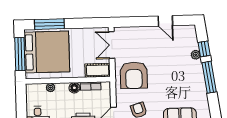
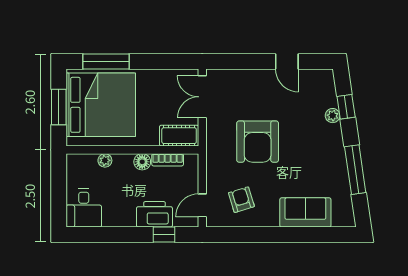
window: (20, 54) -> (59, 107), width x0.69
armchair: (134, 75) -> (258, 142), moved
window: (209, 77) -> (355, 170), moved

